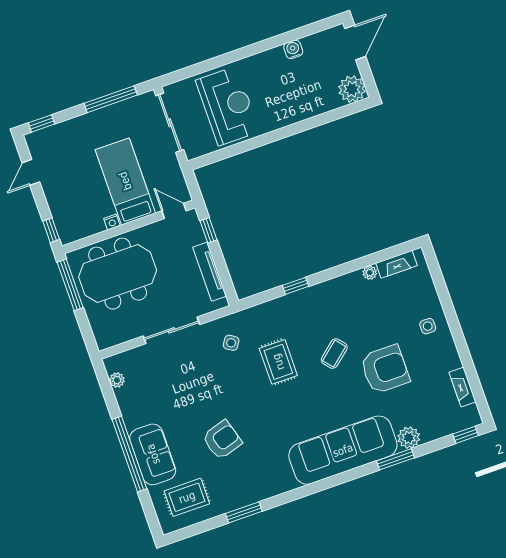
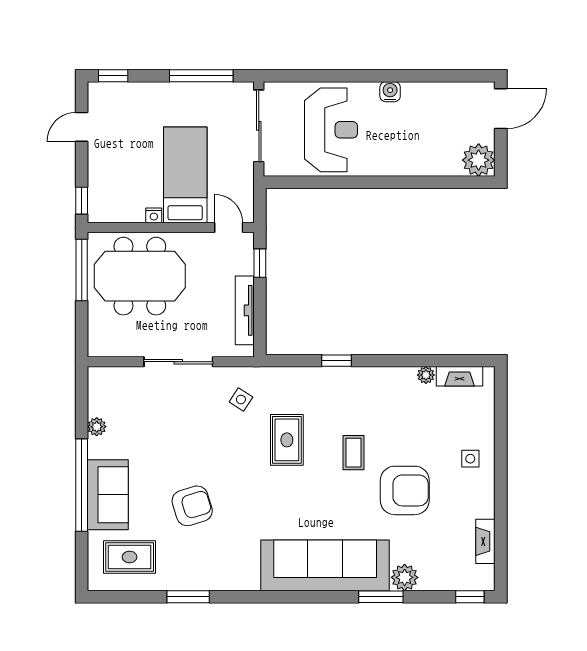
water cooler: (293, 49) -> (390, 92), moved
coffee table: (334, 354) -> (354, 453), turned -50
plant: (117, 380) -> (97, 427), moved

